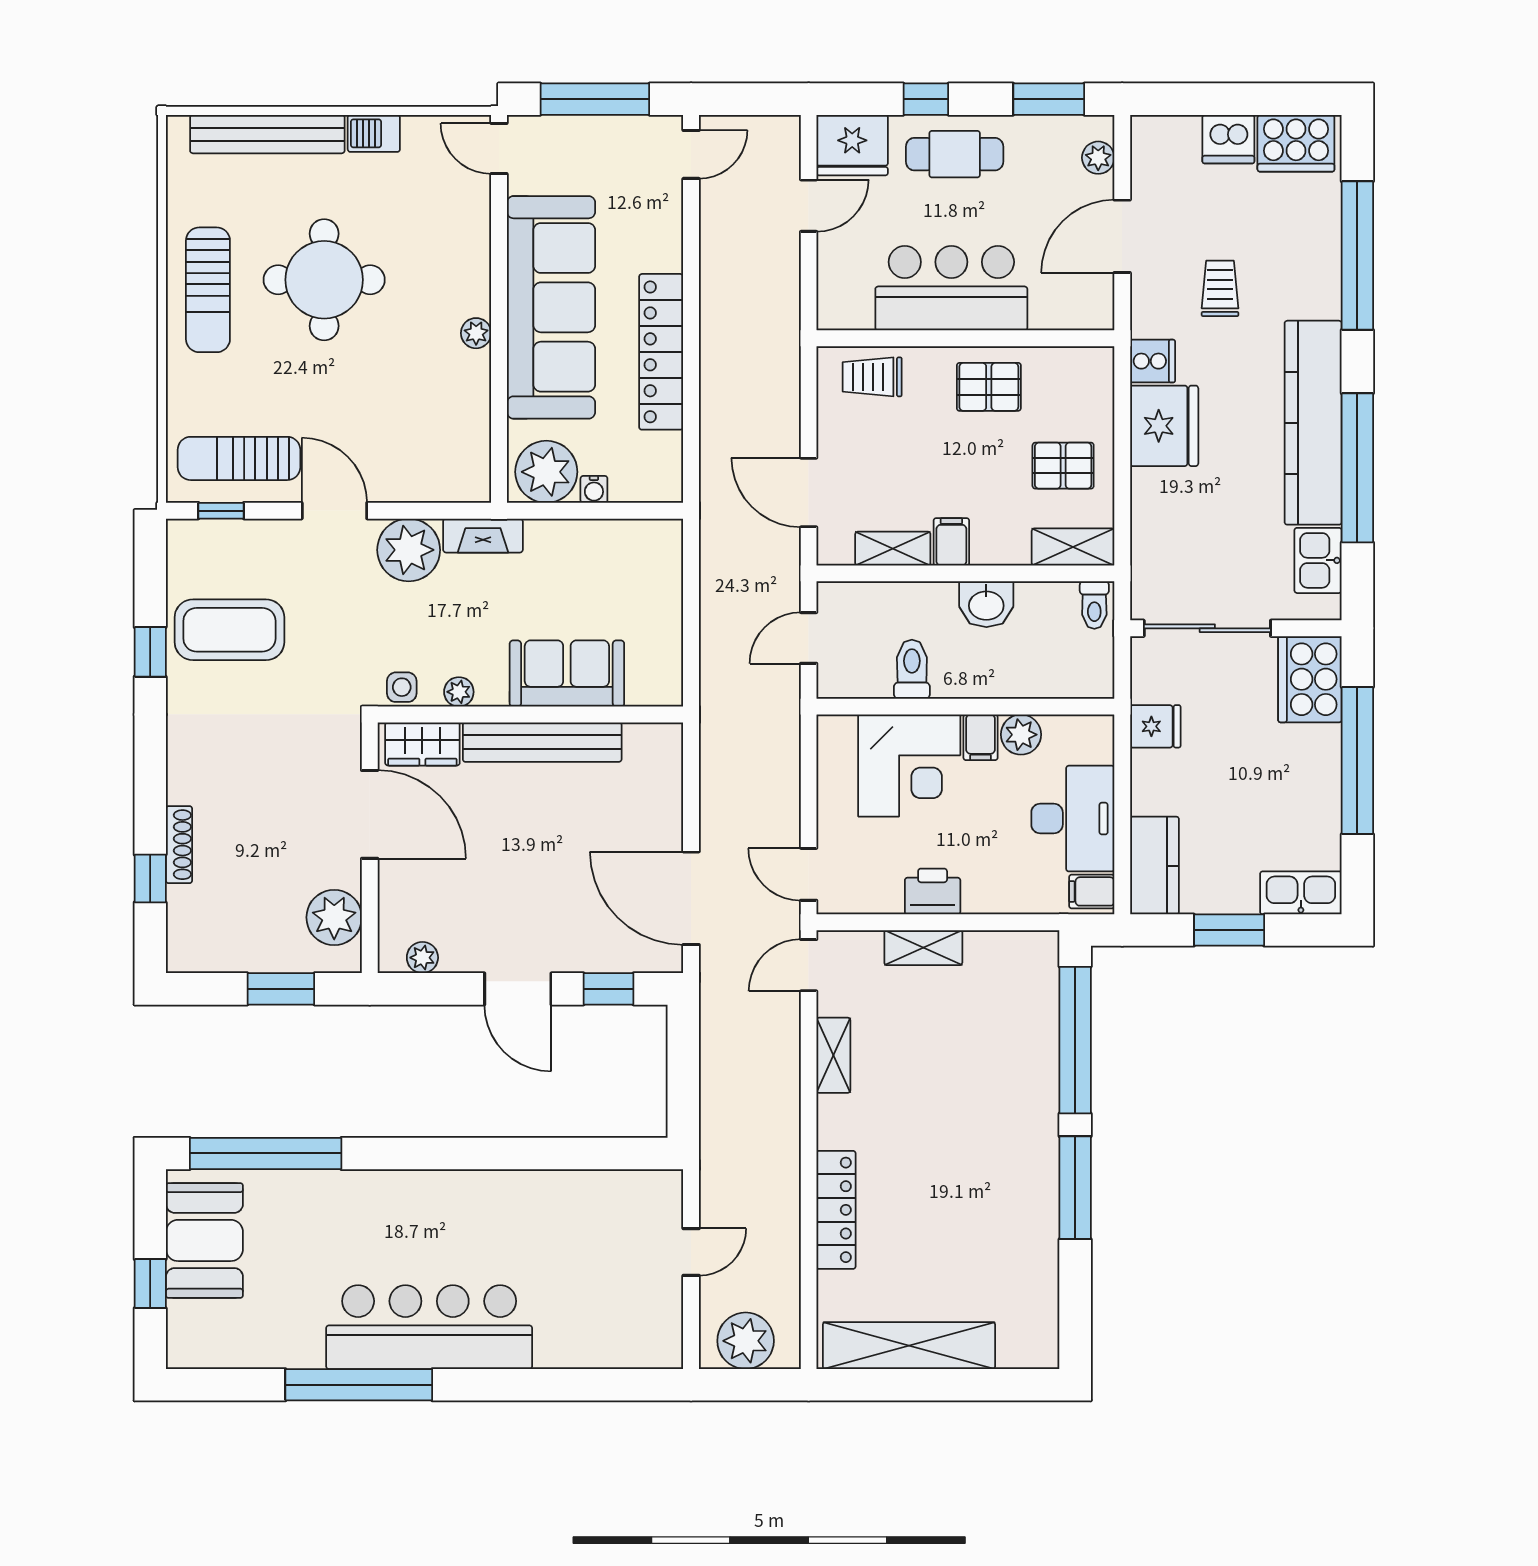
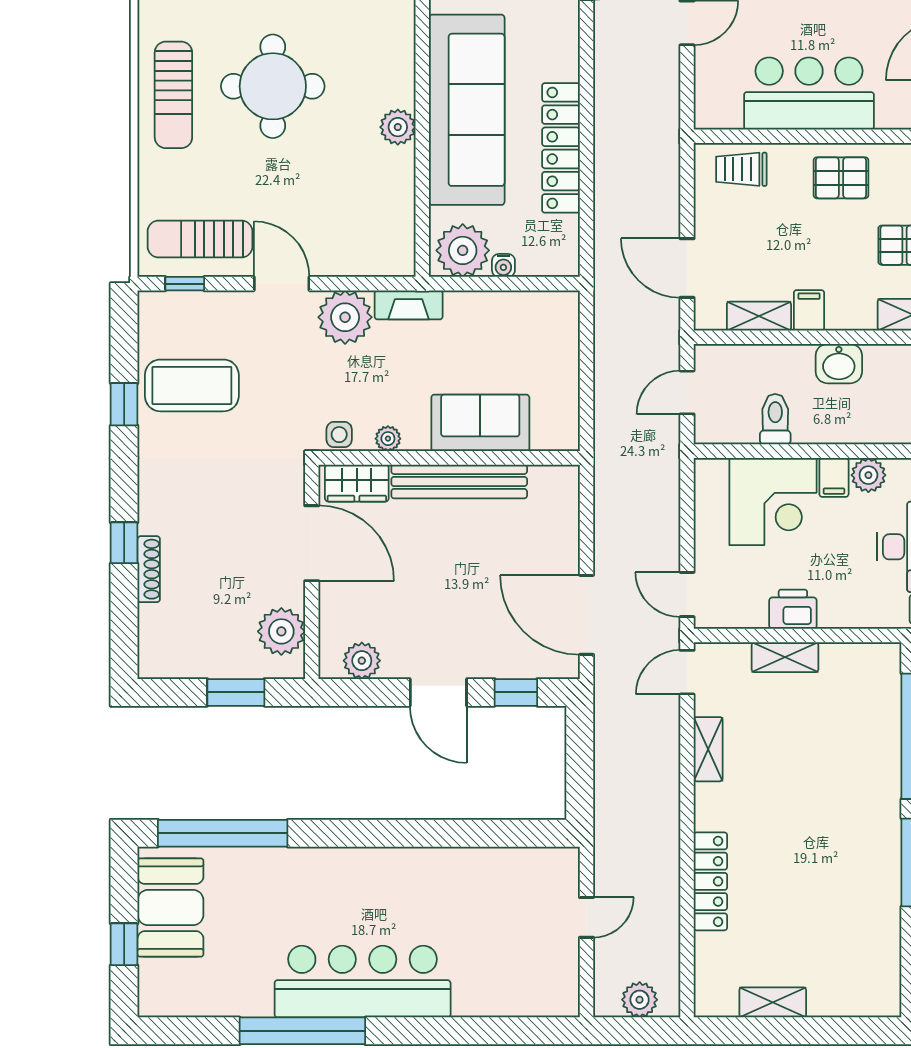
plant: (476, 333) -> (398, 127), width x1.38, depth x1.38
window: (150, 879) -> (124, 543), moved
plant: (422, 958) -> (362, 661), width x1.38, depth x1.38
plant: (746, 1341) -> (640, 1000), width x0.73, depth x0.73
shelving: (909, 1346) -> (773, 1002), width x0.45, depth x0.75

